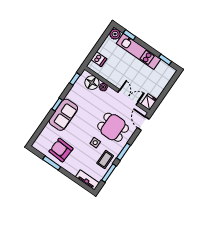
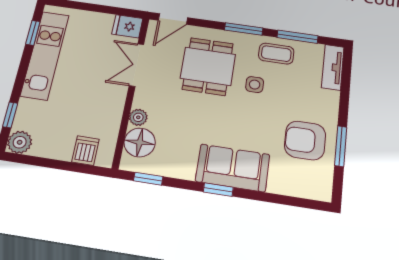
kitchen unit: (138, 51) -> (45, 55), moved
armchair: (61, 150) -> (305, 140), turned 87

